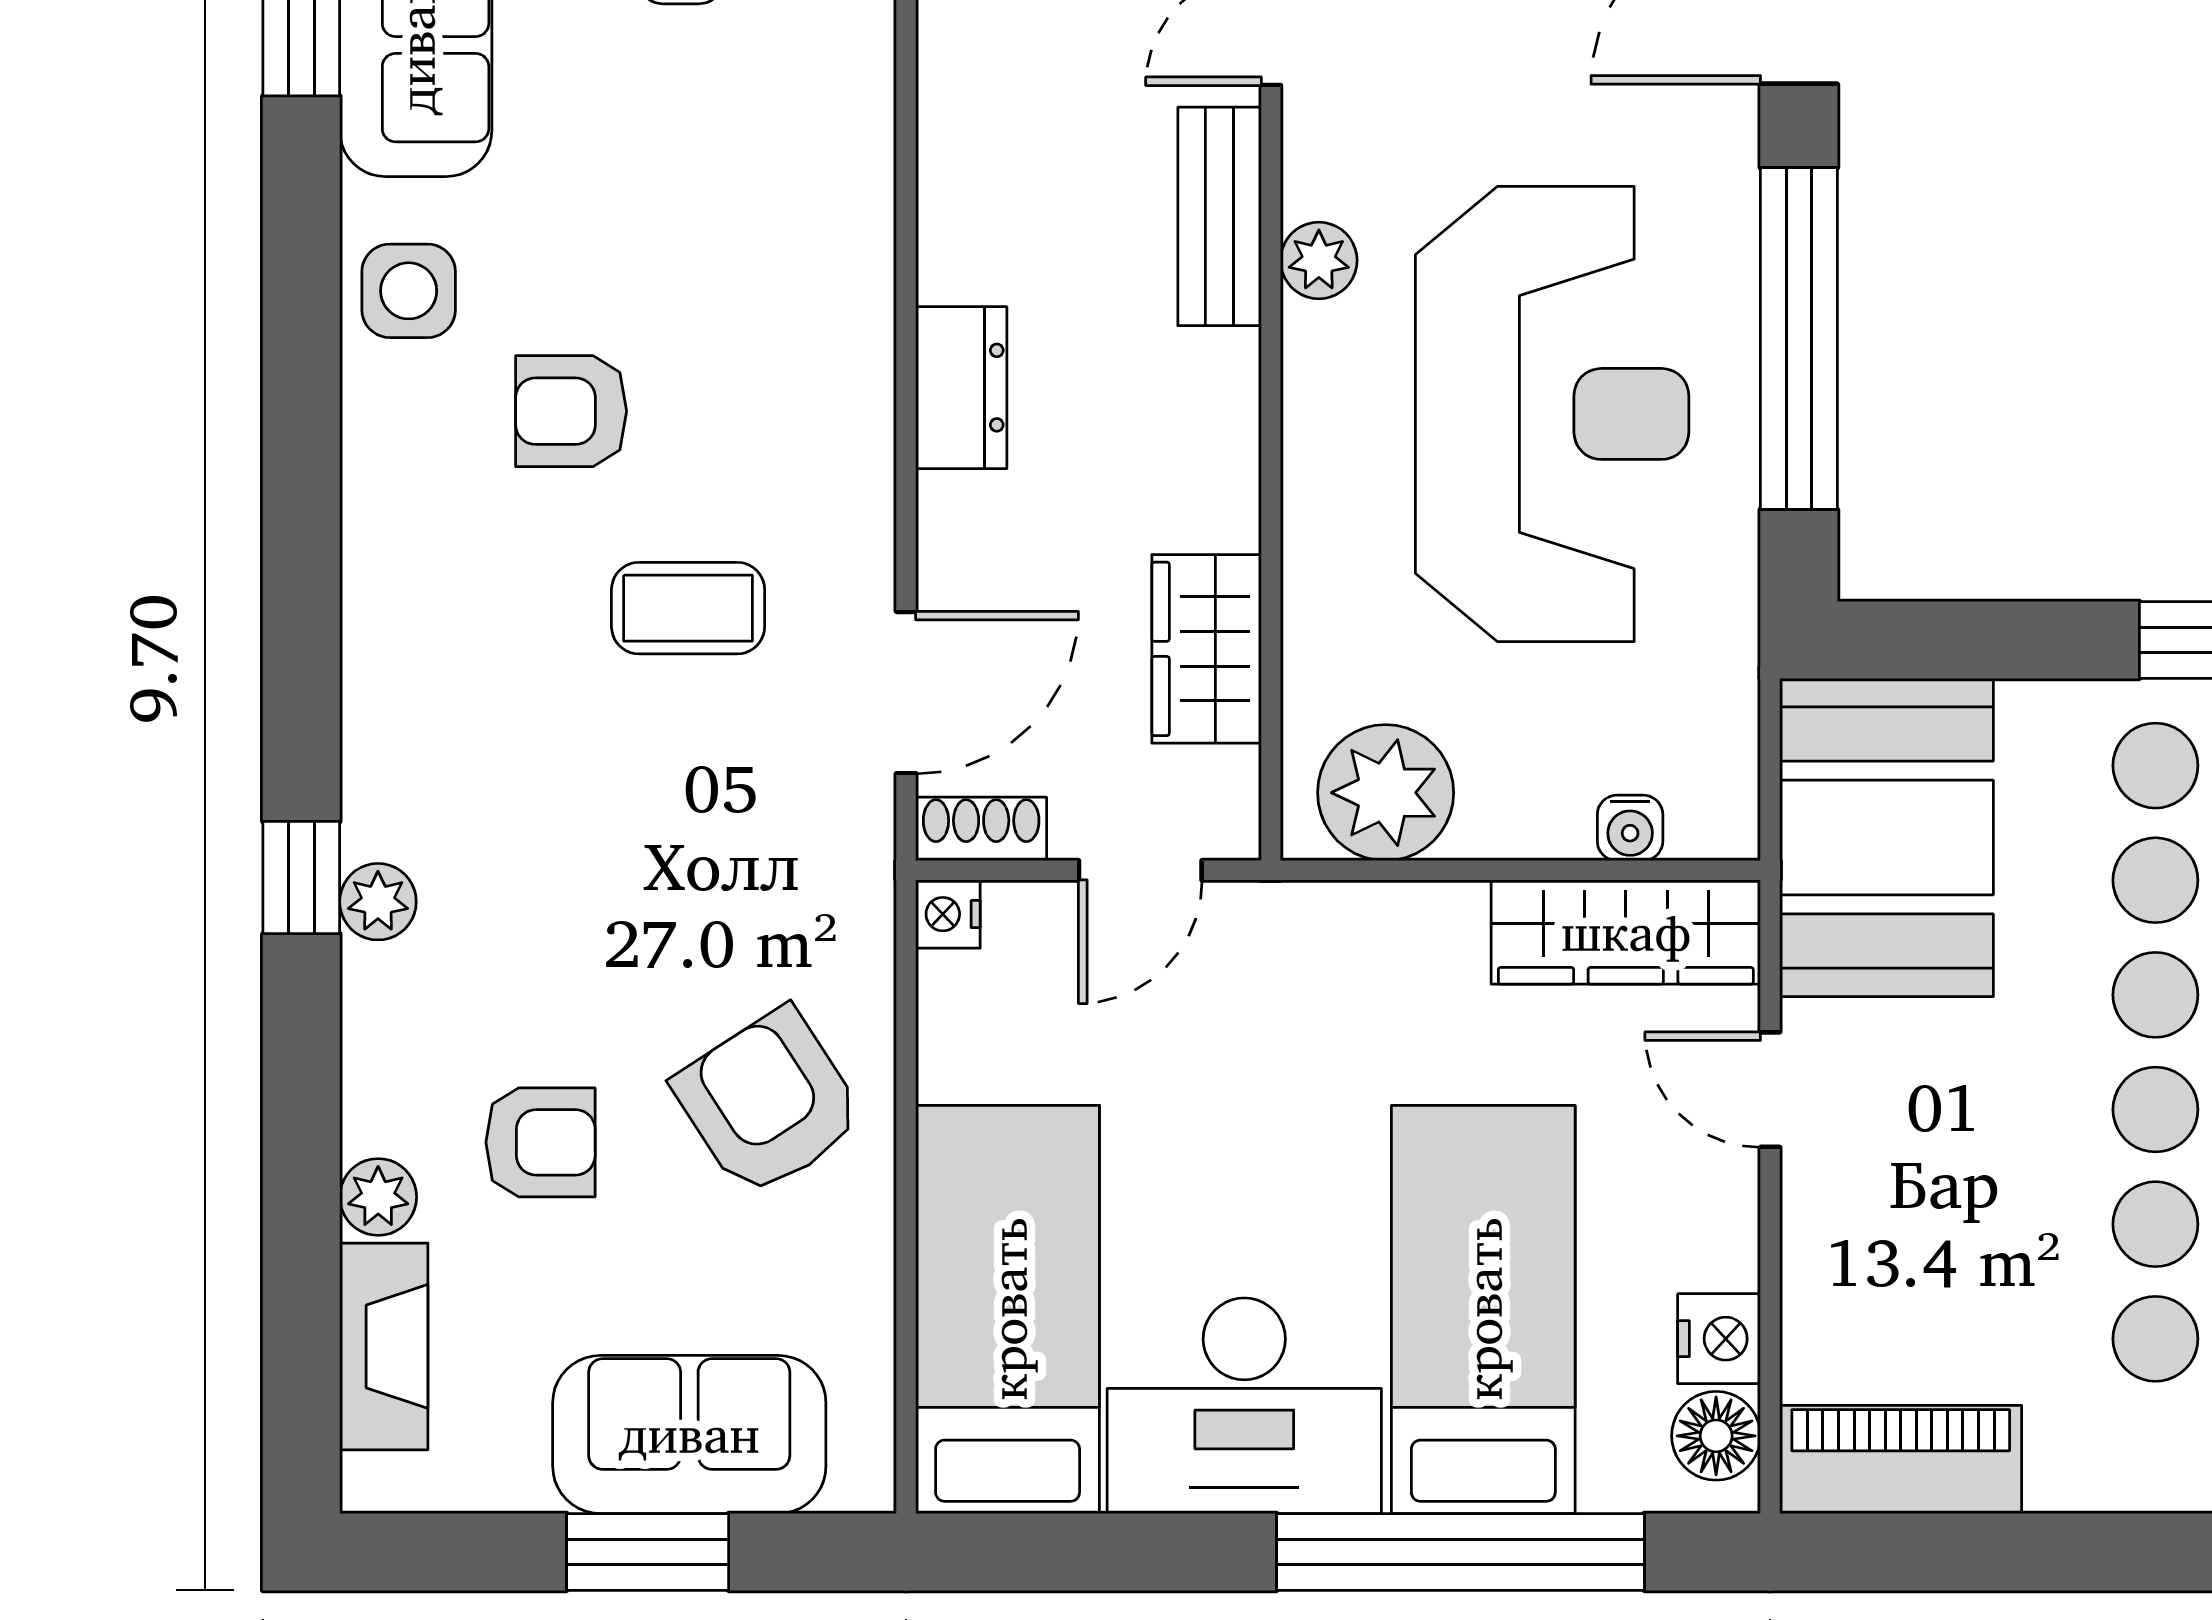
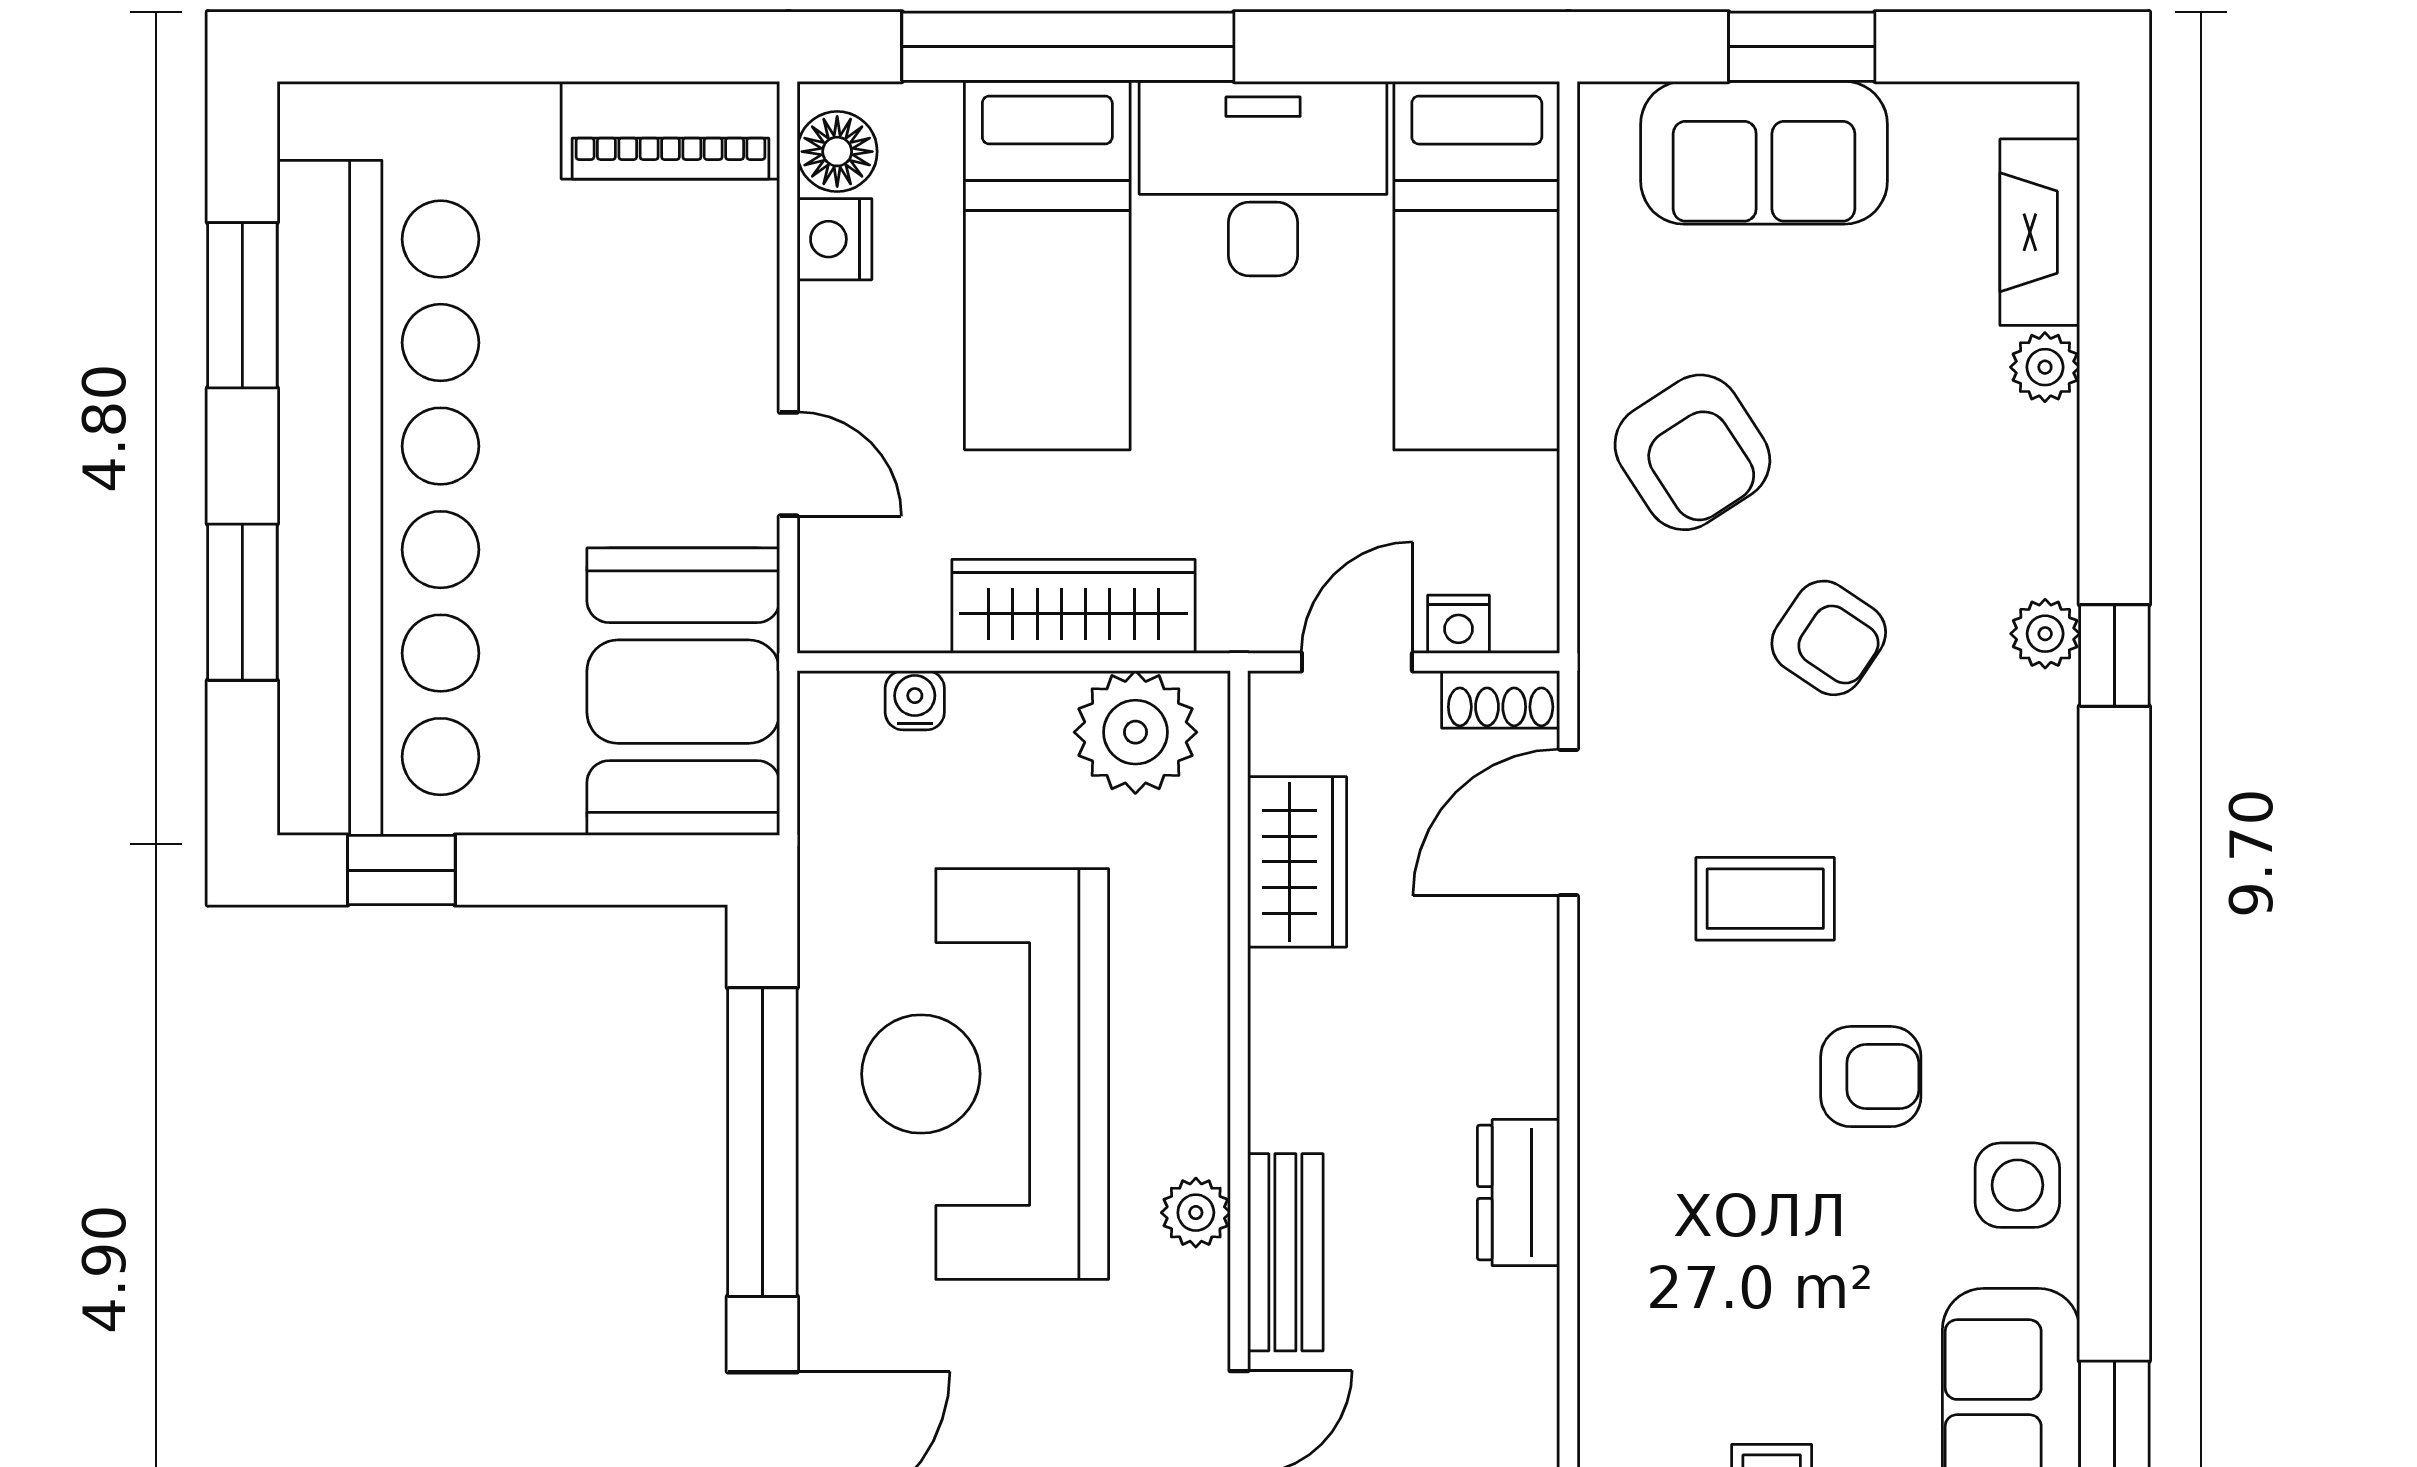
dresser: (961, 388) -> (1519, 1193), moved
nightstand: (948, 914) -> (1458, 624), moved, turned 90
wardrobe: (1626, 932) -> (1074, 606), moved
armchair: (540, 1142) -> (1829, 638), moved, turned -146

